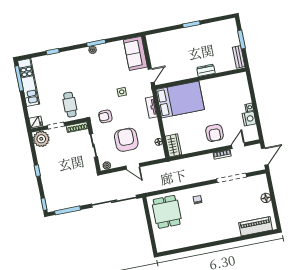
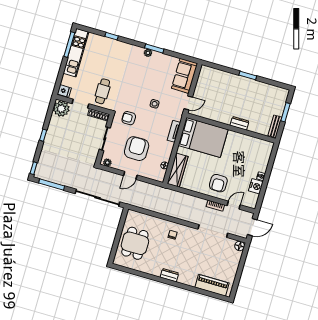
wardrobe: (173, 145) -> (178, 170), width x1.50
door: (133, 166) -> (130, 175), hinge flipped
floor lamp: (266, 198) -> (240, 246), moved
dining table: (167, 212) -> (135, 243), moved
dresser: (213, 237) -> (169, 275), added

